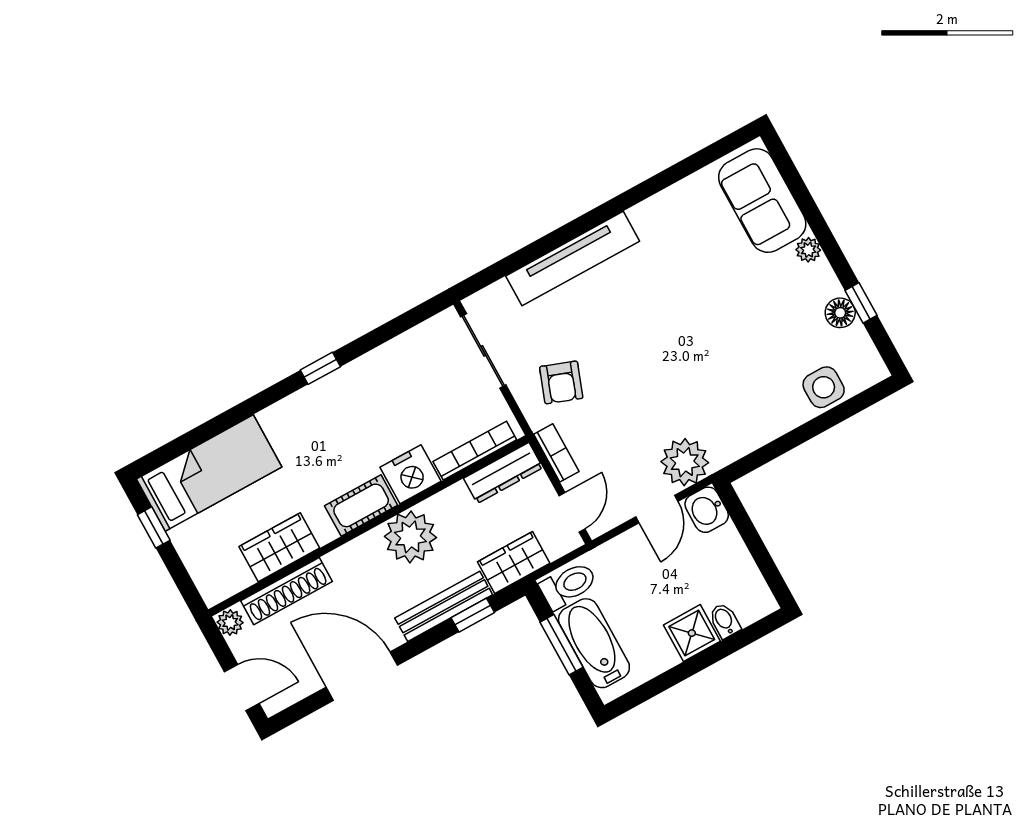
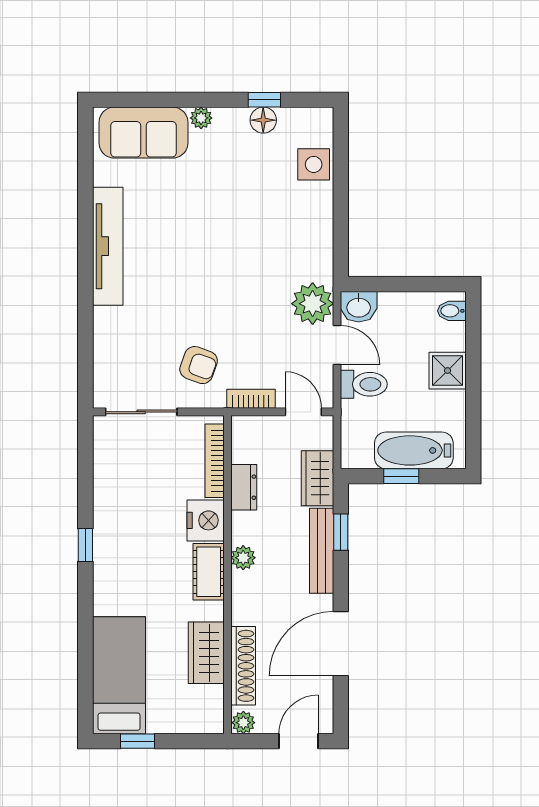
tv unit: (573, 259) -> (108, 246), moved
dresser: (503, 473) -> (244, 487), moved, width x0.70
plant: (410, 537) -> (243, 558), width x0.53, depth x0.53
toilet: (568, 585) -> (364, 384), moved, turned 90
bidet: (725, 621) -> (452, 311), moved
window: (562, 645) -> (401, 476), width x0.67

